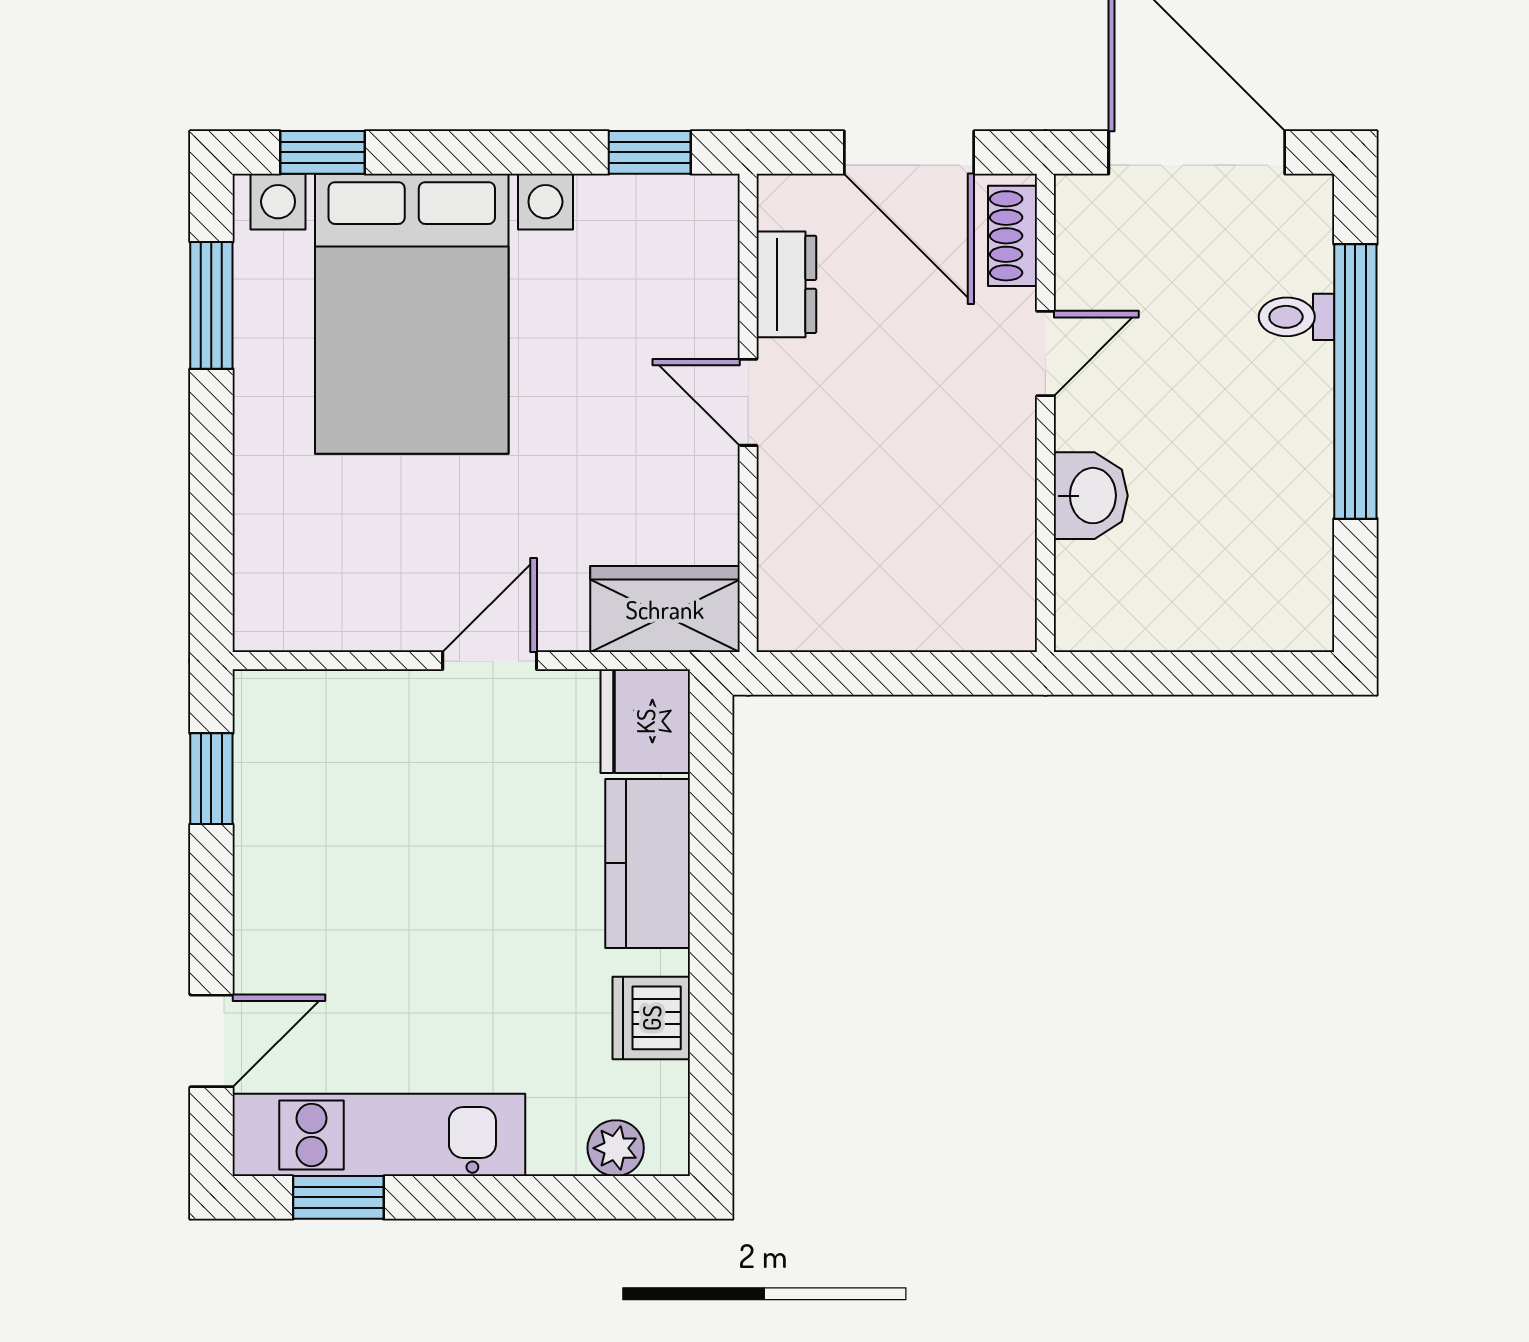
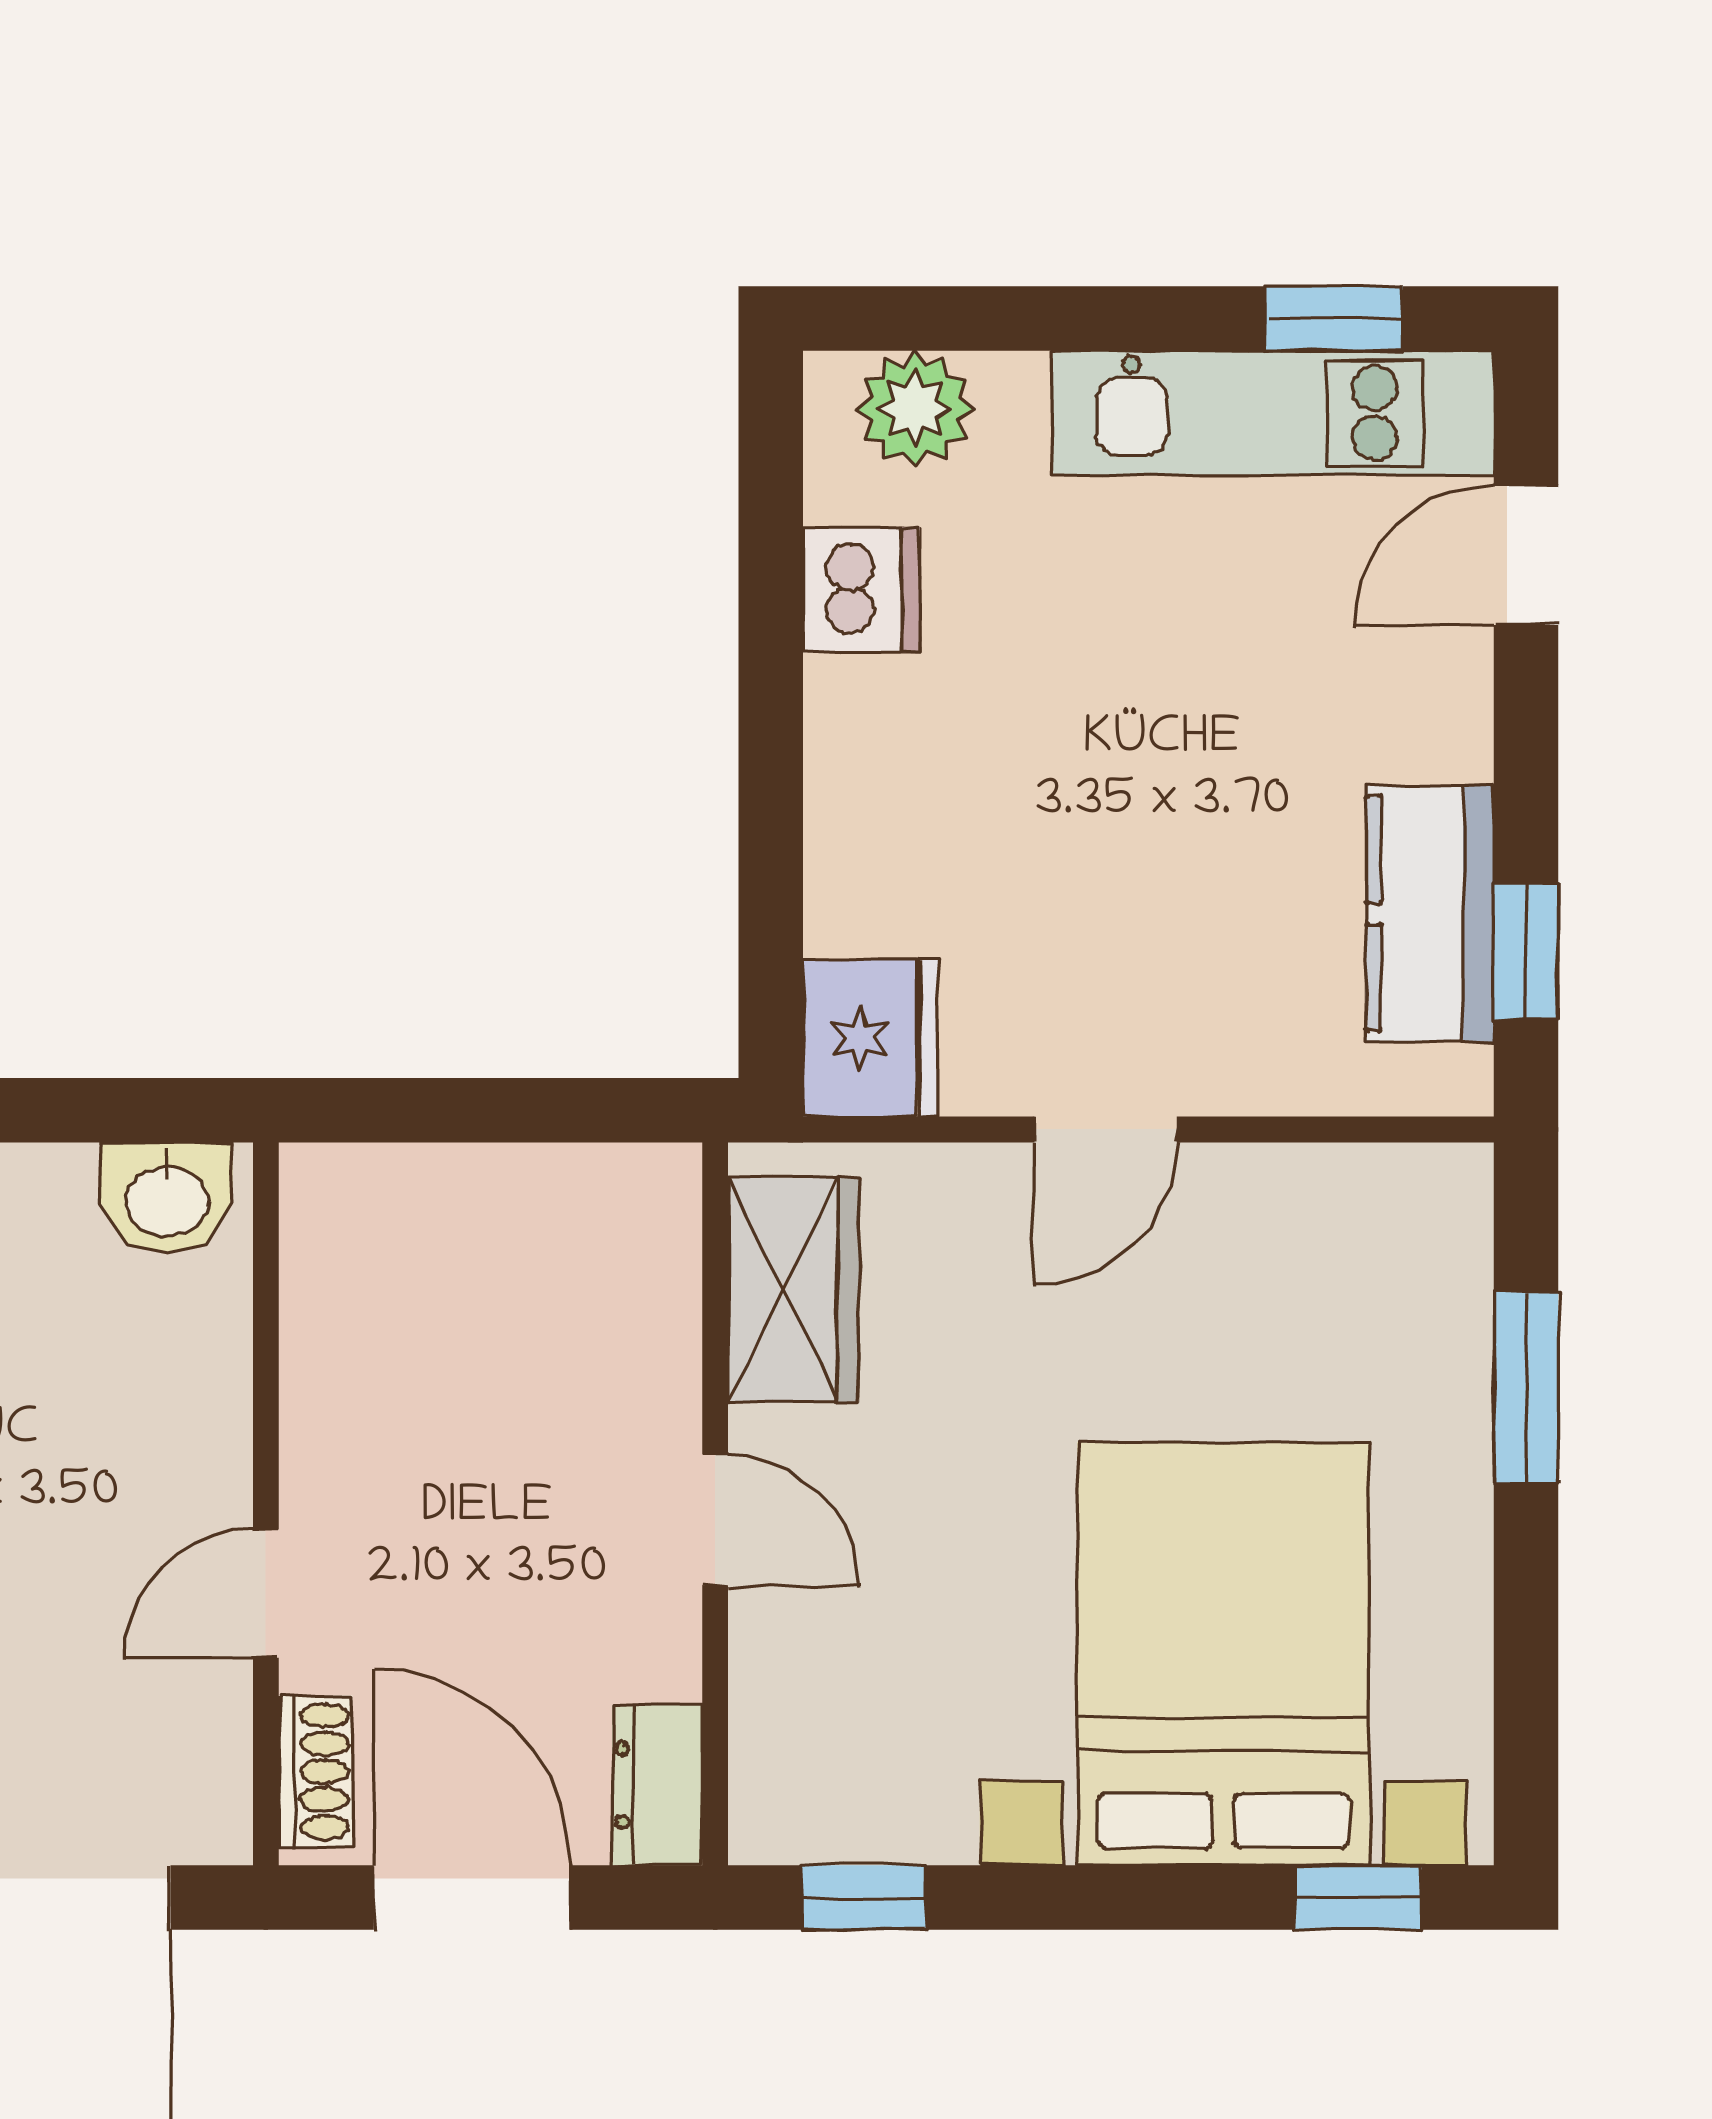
dresser: (786, 284) -> (657, 1785), moved
window: (211, 305) -> (1526, 1388), moved
washbasin: (1091, 496) -> (167, 1198), moved, turned -90
wardrobe: (665, 609) -> (793, 1290), moved, turned -90
kitchen counter: (648, 863) -> (1430, 913), moved, turned 180
plant: (616, 1148) -> (915, 409), width x1.38, depth x1.38

